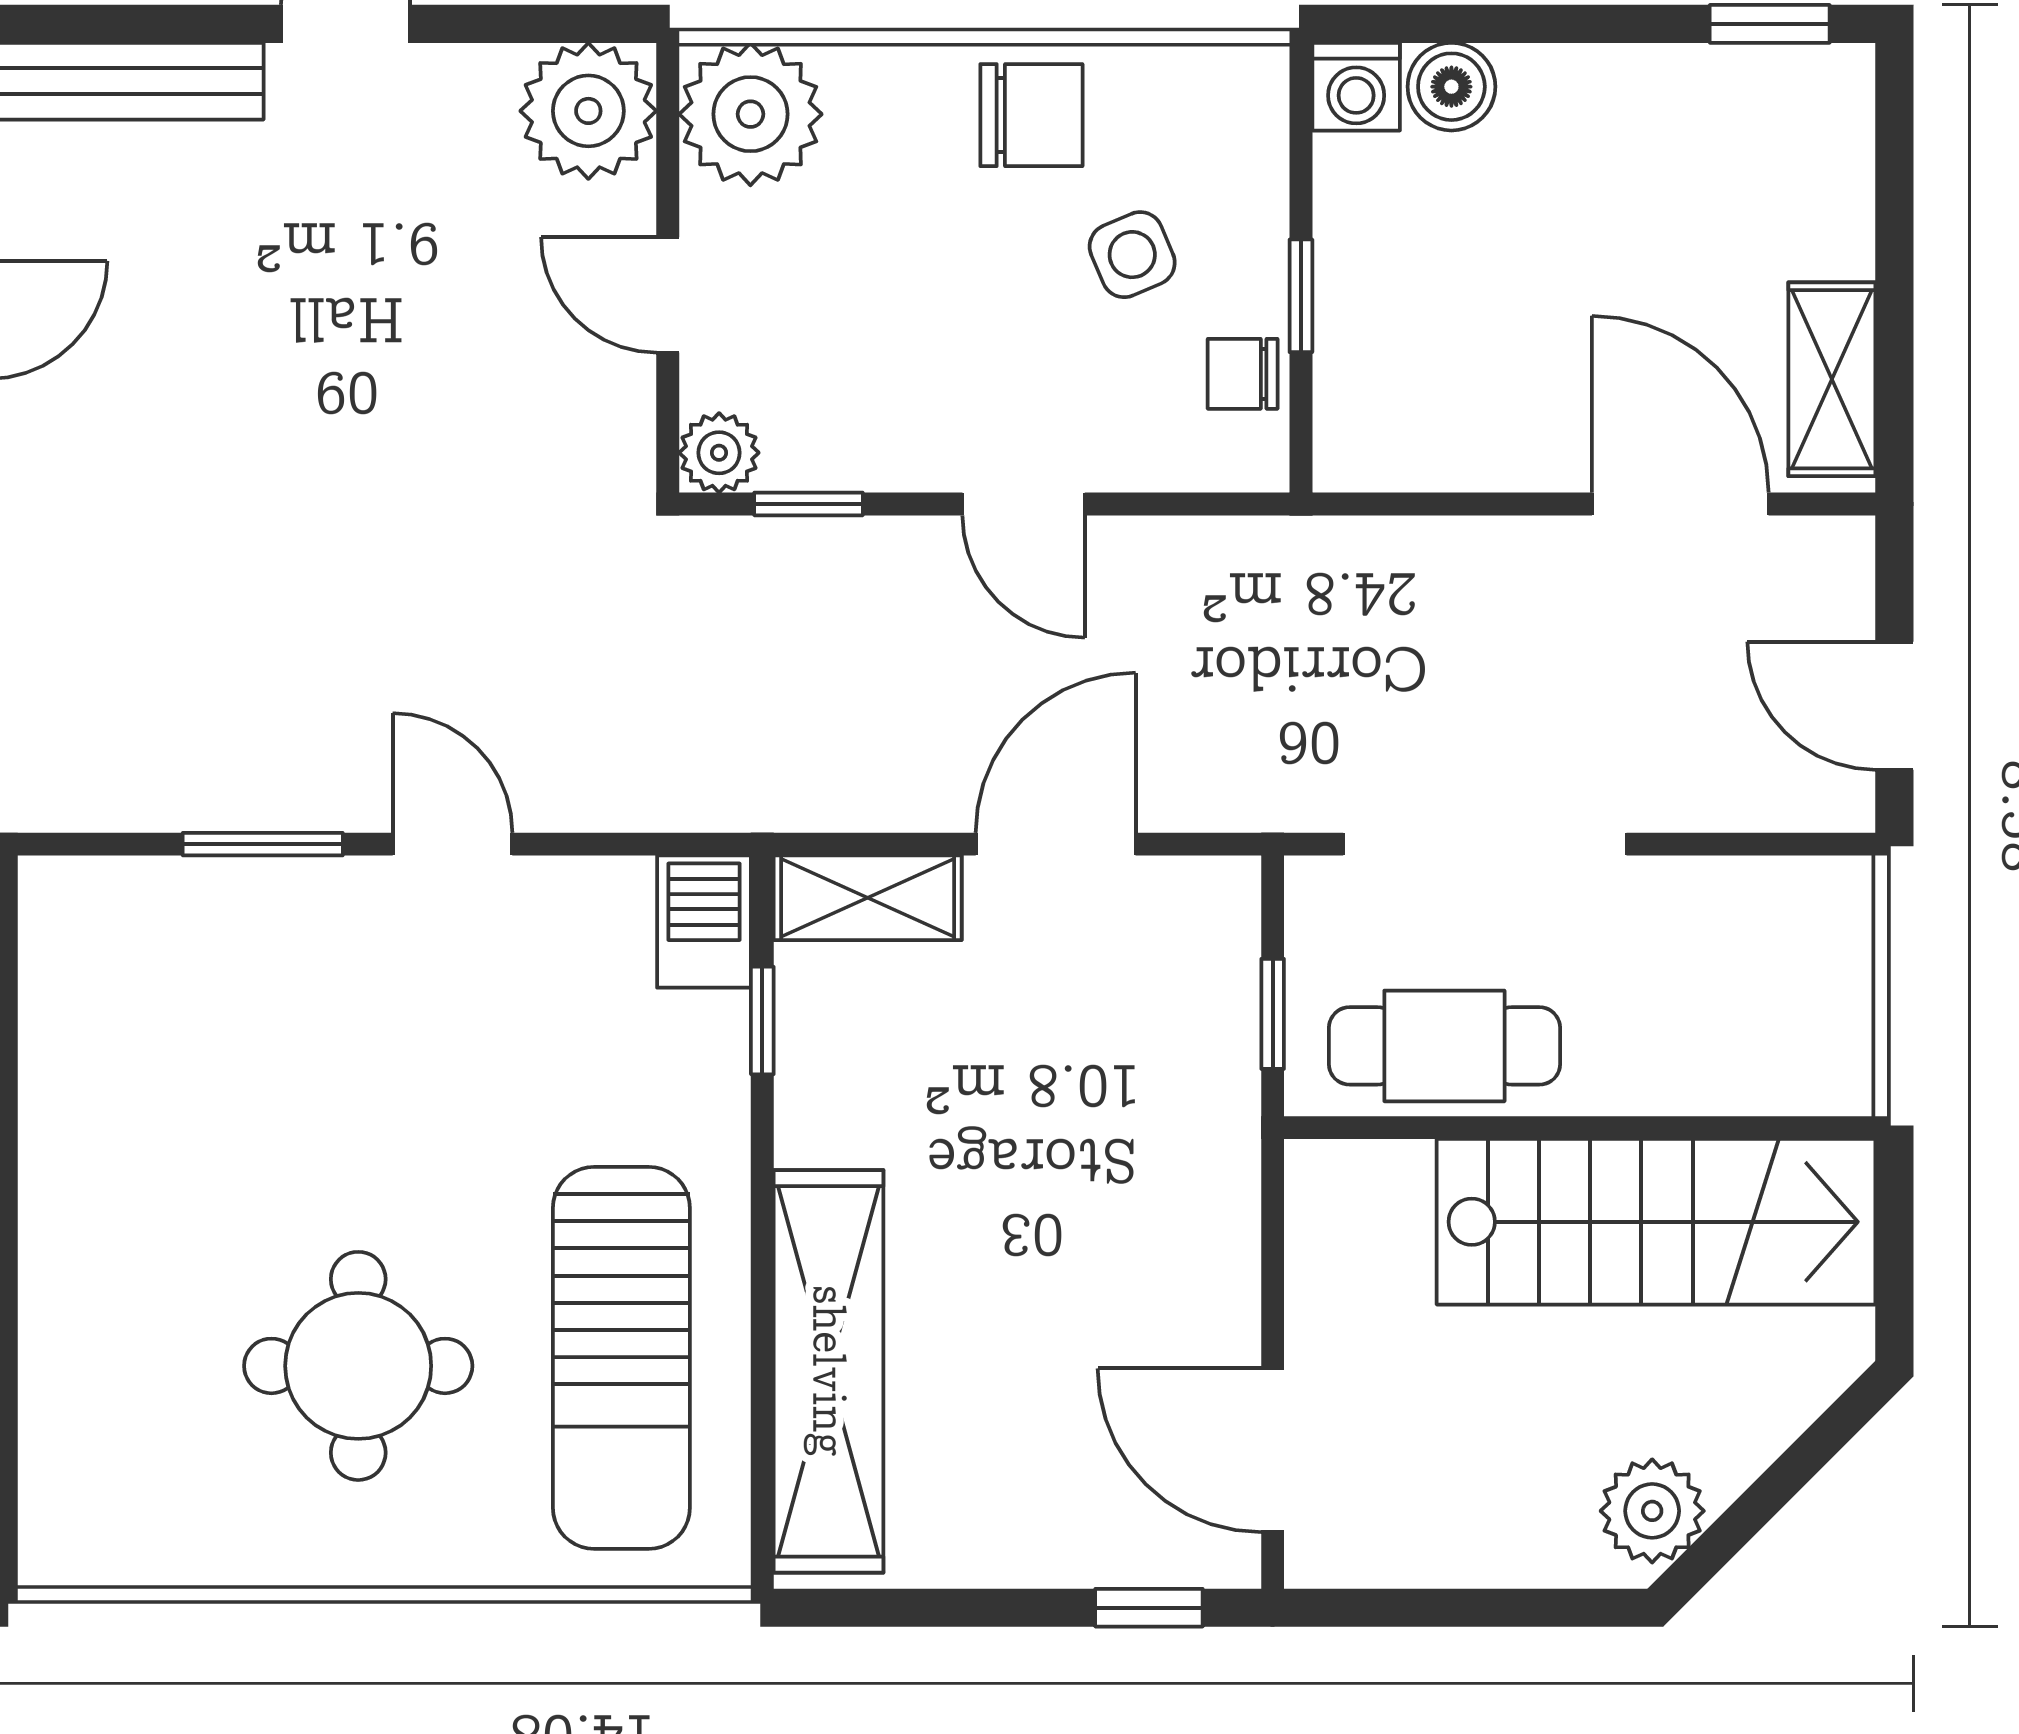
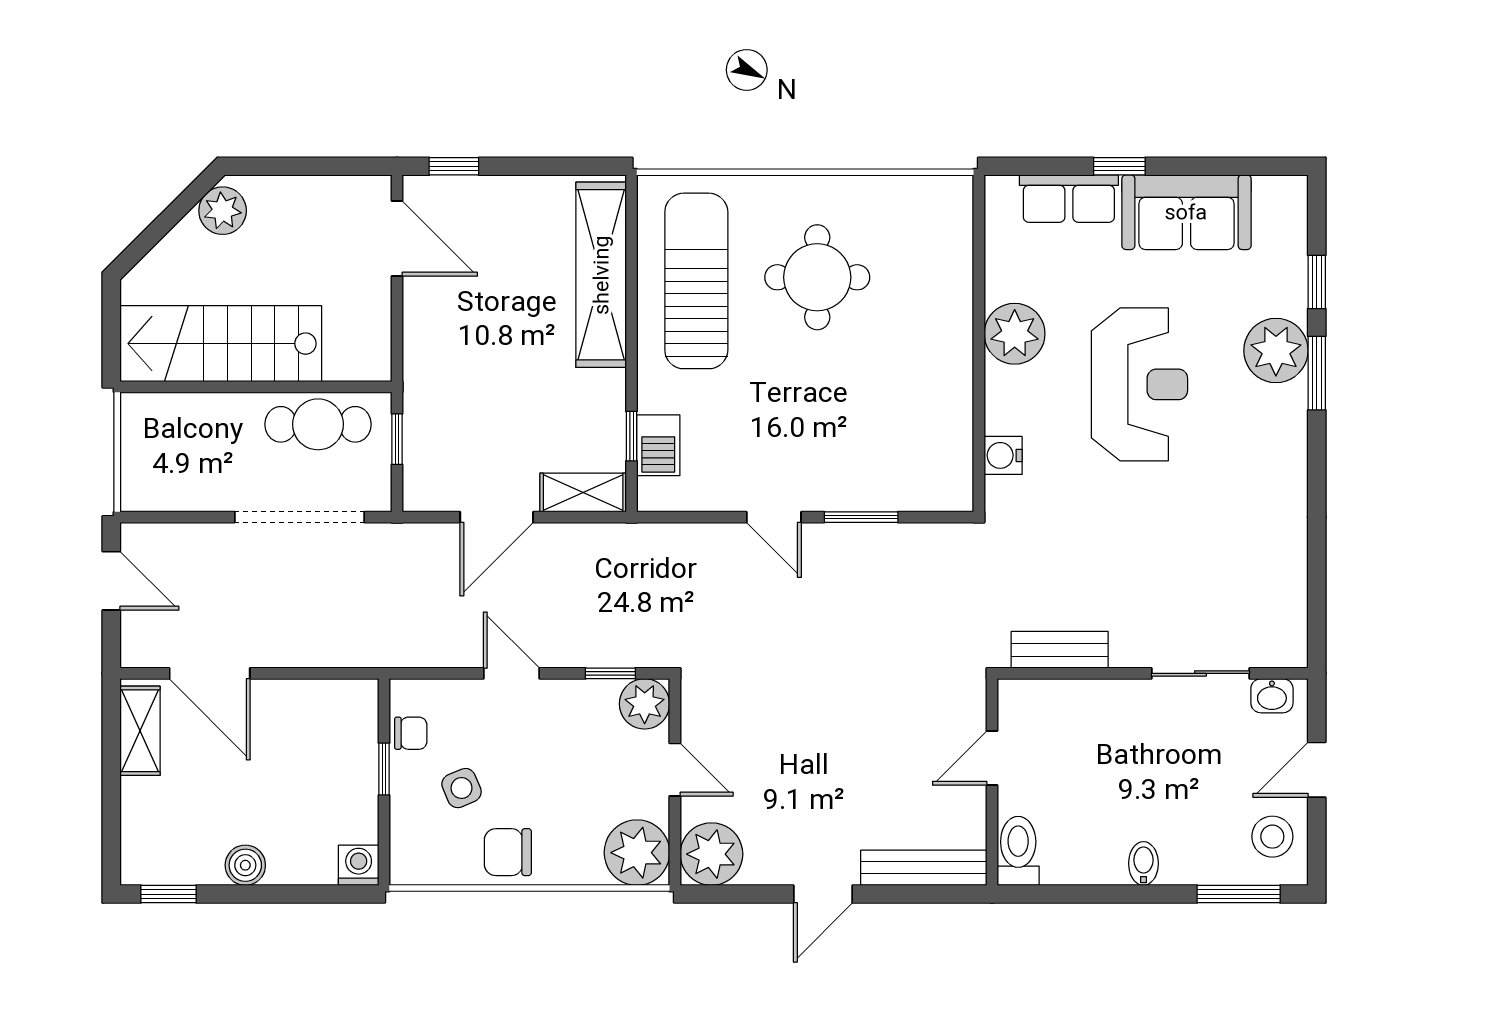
boiler: (1451, 87) -> (245, 865), moved
plant: (719, 453) -> (645, 704), width x1.38, depth x1.38
barbecue: (704, 922) -> (658, 445), moved

